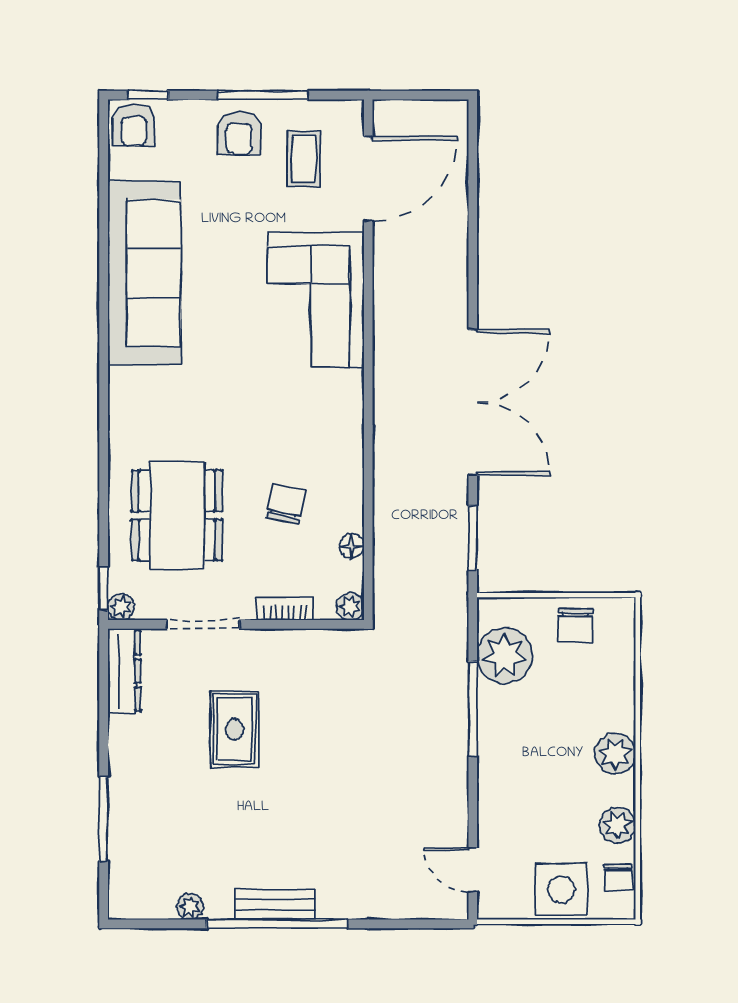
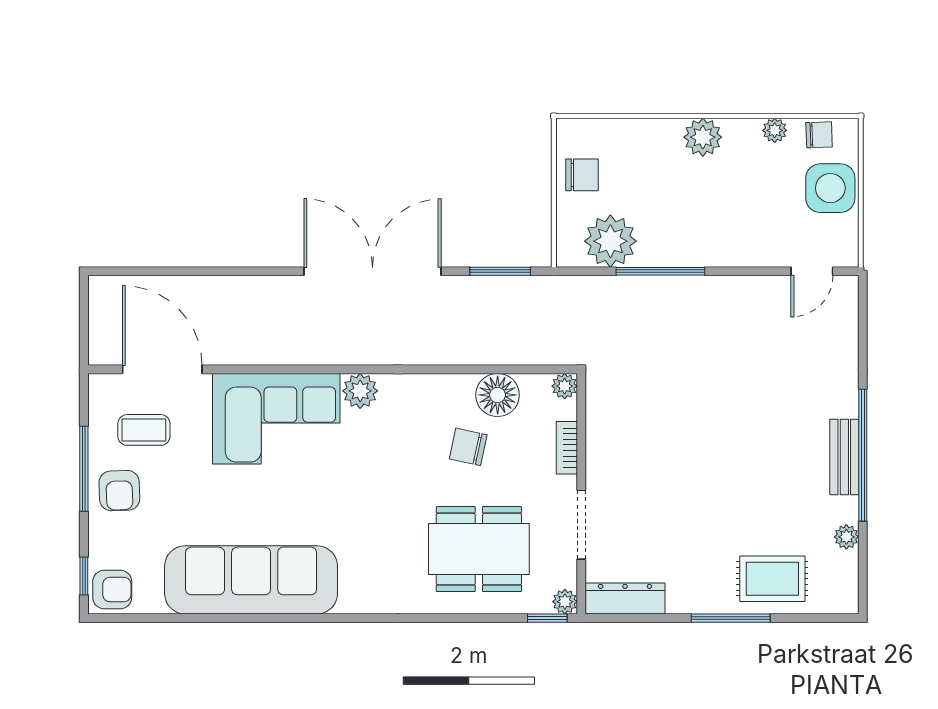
armchair: (239, 133) -> (119, 491), turned 88
plant: (345, 389) -> (360, 391), added
floor lamp: (352, 546) -> (498, 395), width x1.89, depth x1.89
rug: (235, 729) -> (772, 579), moved
window: (104, 819) -> (731, 618), moved
plant: (618, 825) -> (775, 130), width x0.73, depth x0.73

